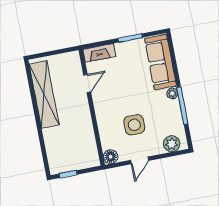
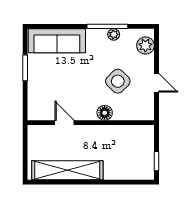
fireplace: (99, 53) -> (35, 104), removed
plant: (172, 93) -> (114, 34), moved
side table: (134, 125) -> (118, 81), turned 45
floor lamp: (111, 157) -> (105, 113), moved

